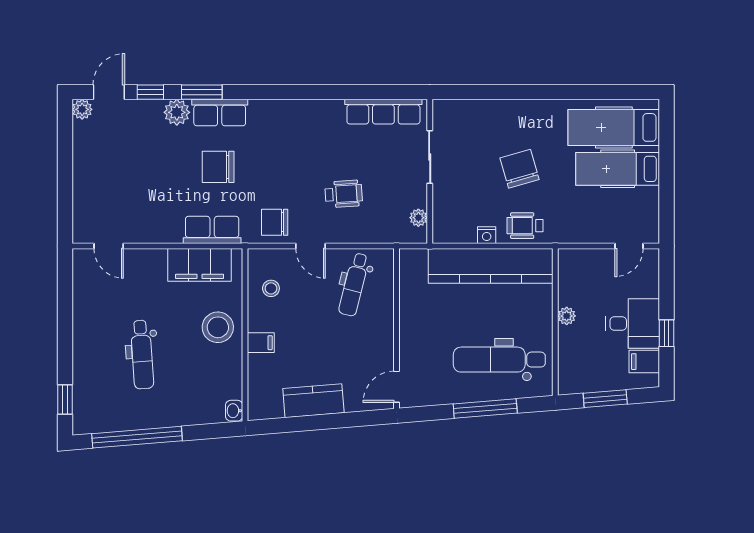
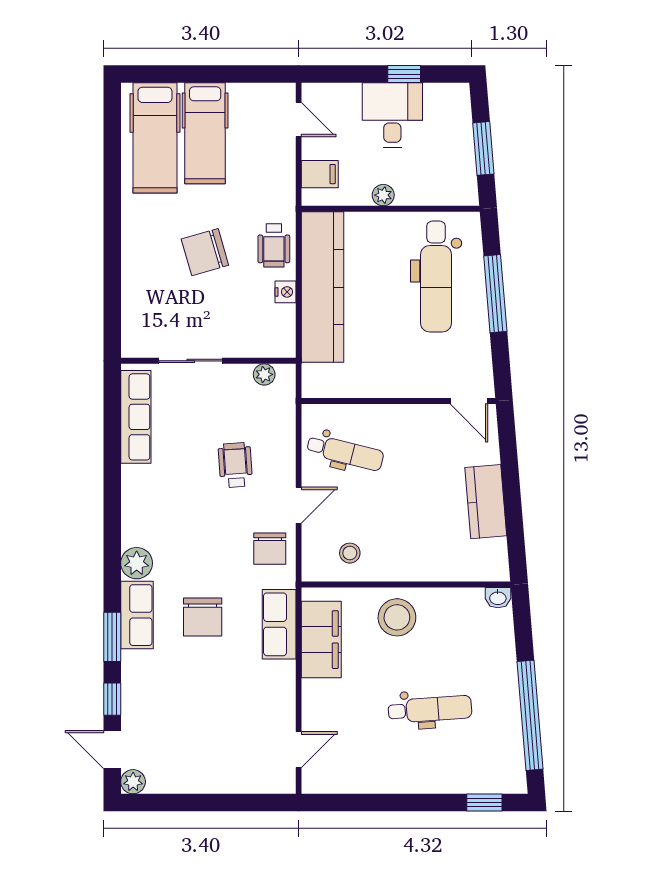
plant: (177, 112) -> (137, 563), moved
filing cabinet: (261, 343) -> (416, 565), removed
filing cabinet: (644, 362) -> (320, 174), moved, turned -90

